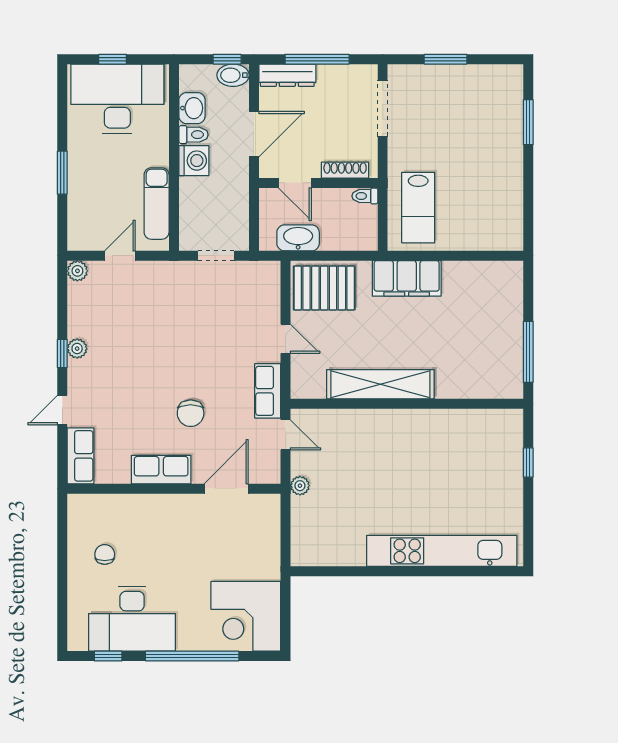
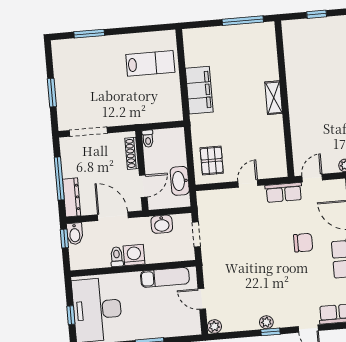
washbasin: (192, 108) -> (162, 224), moved, turned 180
lab bench: (418, 208) -> (150, 63), moved
filing cabinet: (407, 278) -> (199, 90), moved
pallet: (324, 288) -> (212, 161), width x0.67, depth x0.71
shelving: (380, 384) -> (274, 98), width x0.45, depth x0.75

